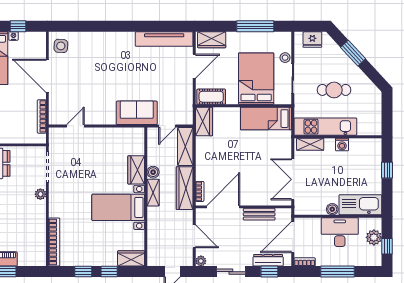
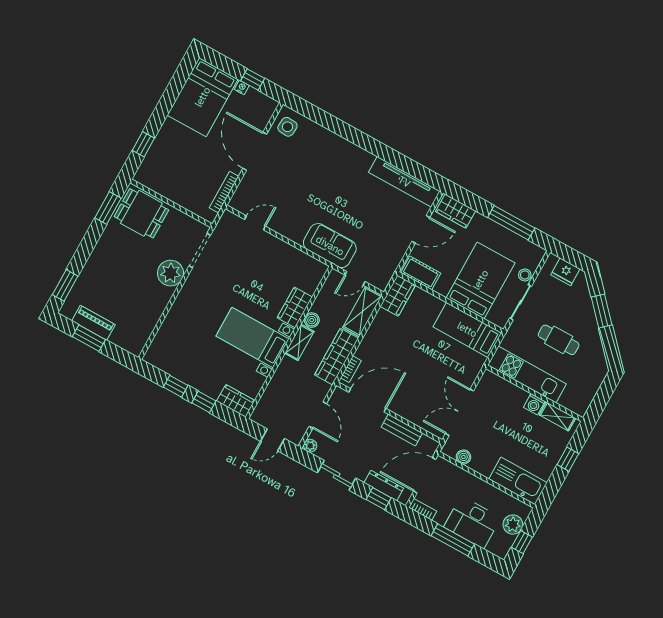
shelving: (310, 144) -> (557, 416), moved
plant: (40, 194) -> (170, 273), width x1.87, depth x1.87
boiler: (332, 209) -> (463, 457), moved
desk: (340, 232) -> (472, 522), moved, turned 180
bookcase: (54, 242) -> (162, 336), removed

